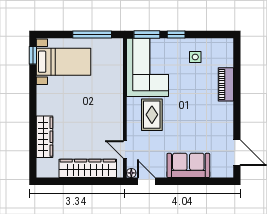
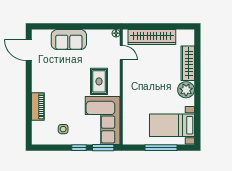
window: (92, 35) -> (161, 148), moved
window: (33, 55) -> (197, 131), removed
plant: (46, 105) -> (186, 90), added
door: (146, 181) -> (104, 26), removed

